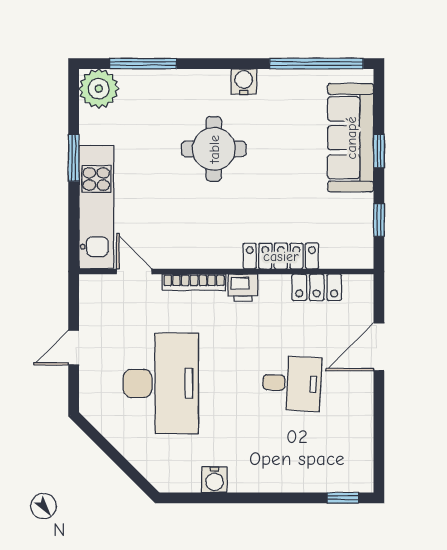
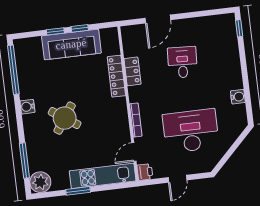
sofa: (351, 138) -> (71, 44), moved
round table: (214, 149) -> (65, 118), turned 34
window: (379, 220) -> (80, 28), moved
locker: (317, 287) -> (133, 71), moved
printer: (243, 288) -> (145, 172), moved
door: (74, 347) -> (177, 179), hinge flipped
door: (379, 347) -> (158, 19), hinge flipped

